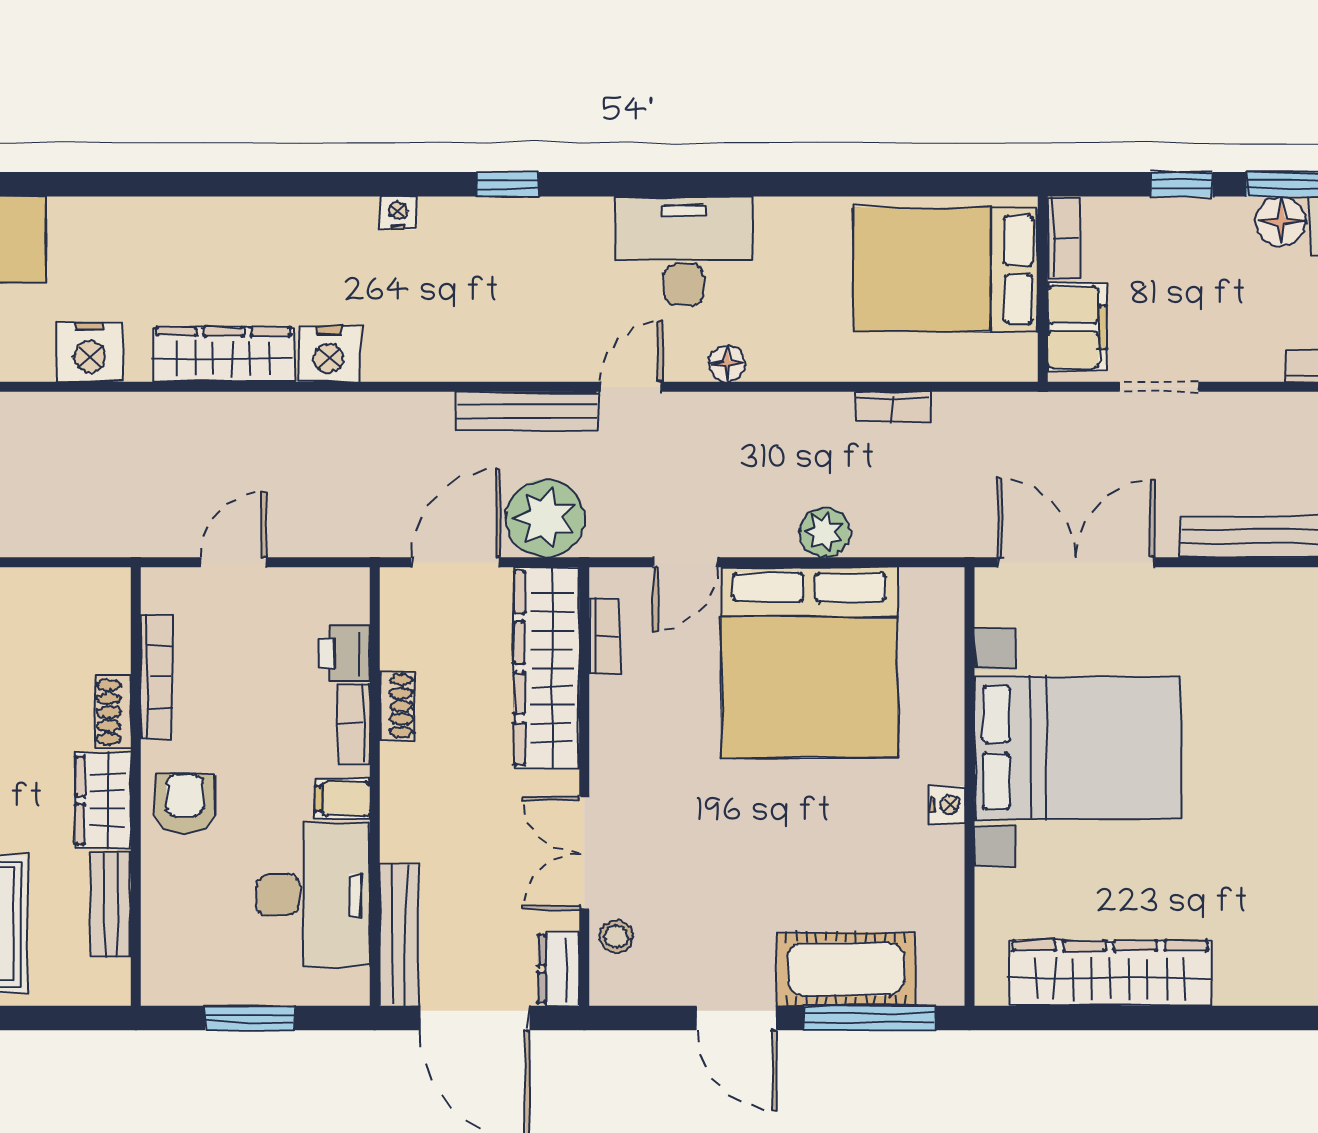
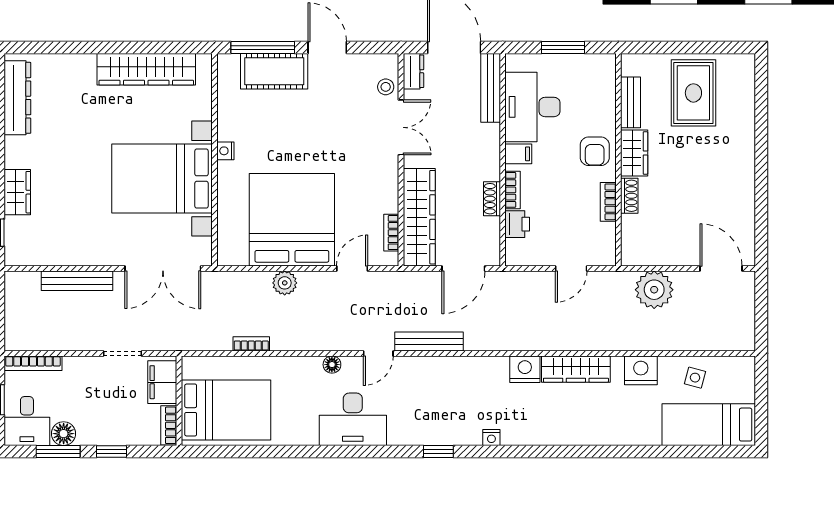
plant: (545, 518) -> (654, 290), moved
bookcase: (157, 677) -> (608, 202), width x0.64

